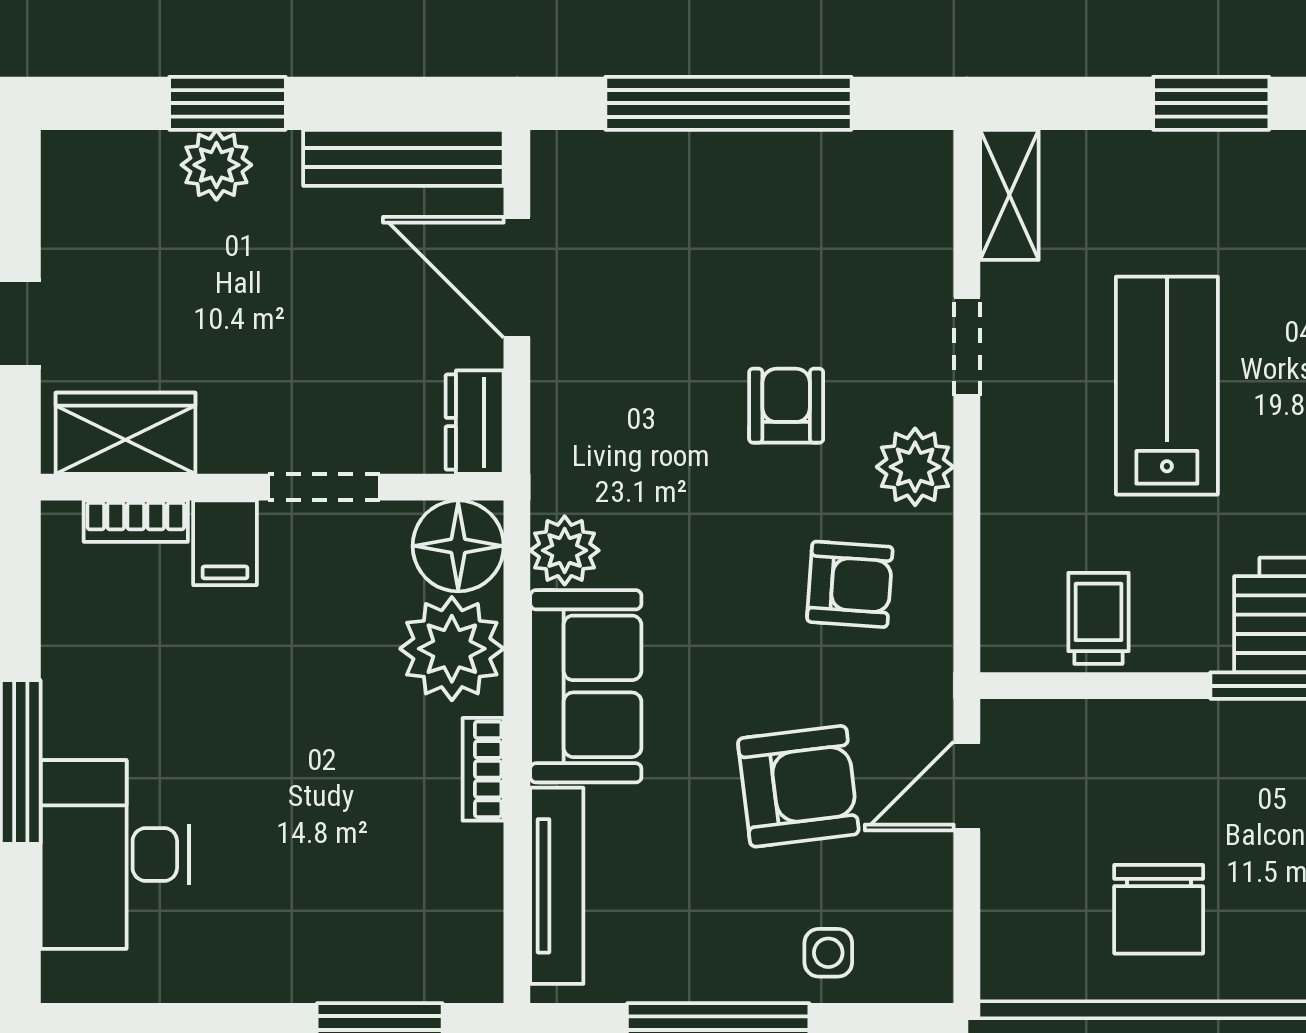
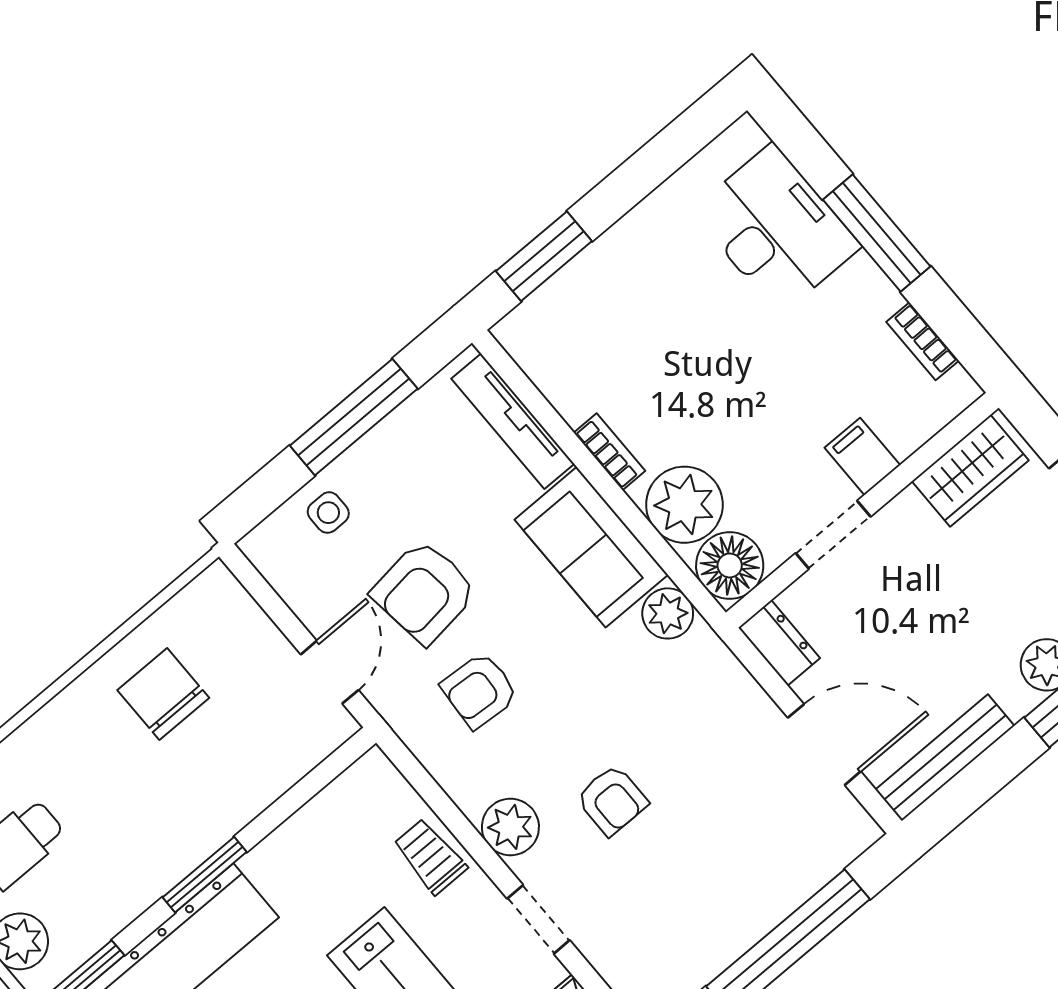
bookcase: (136, 521) -> (923, 341), moved, turned -90
armchair: (850, 584) -> (480, 690), moved
trolley: (1098, 618) -> (430, 856), moved, turned 180

